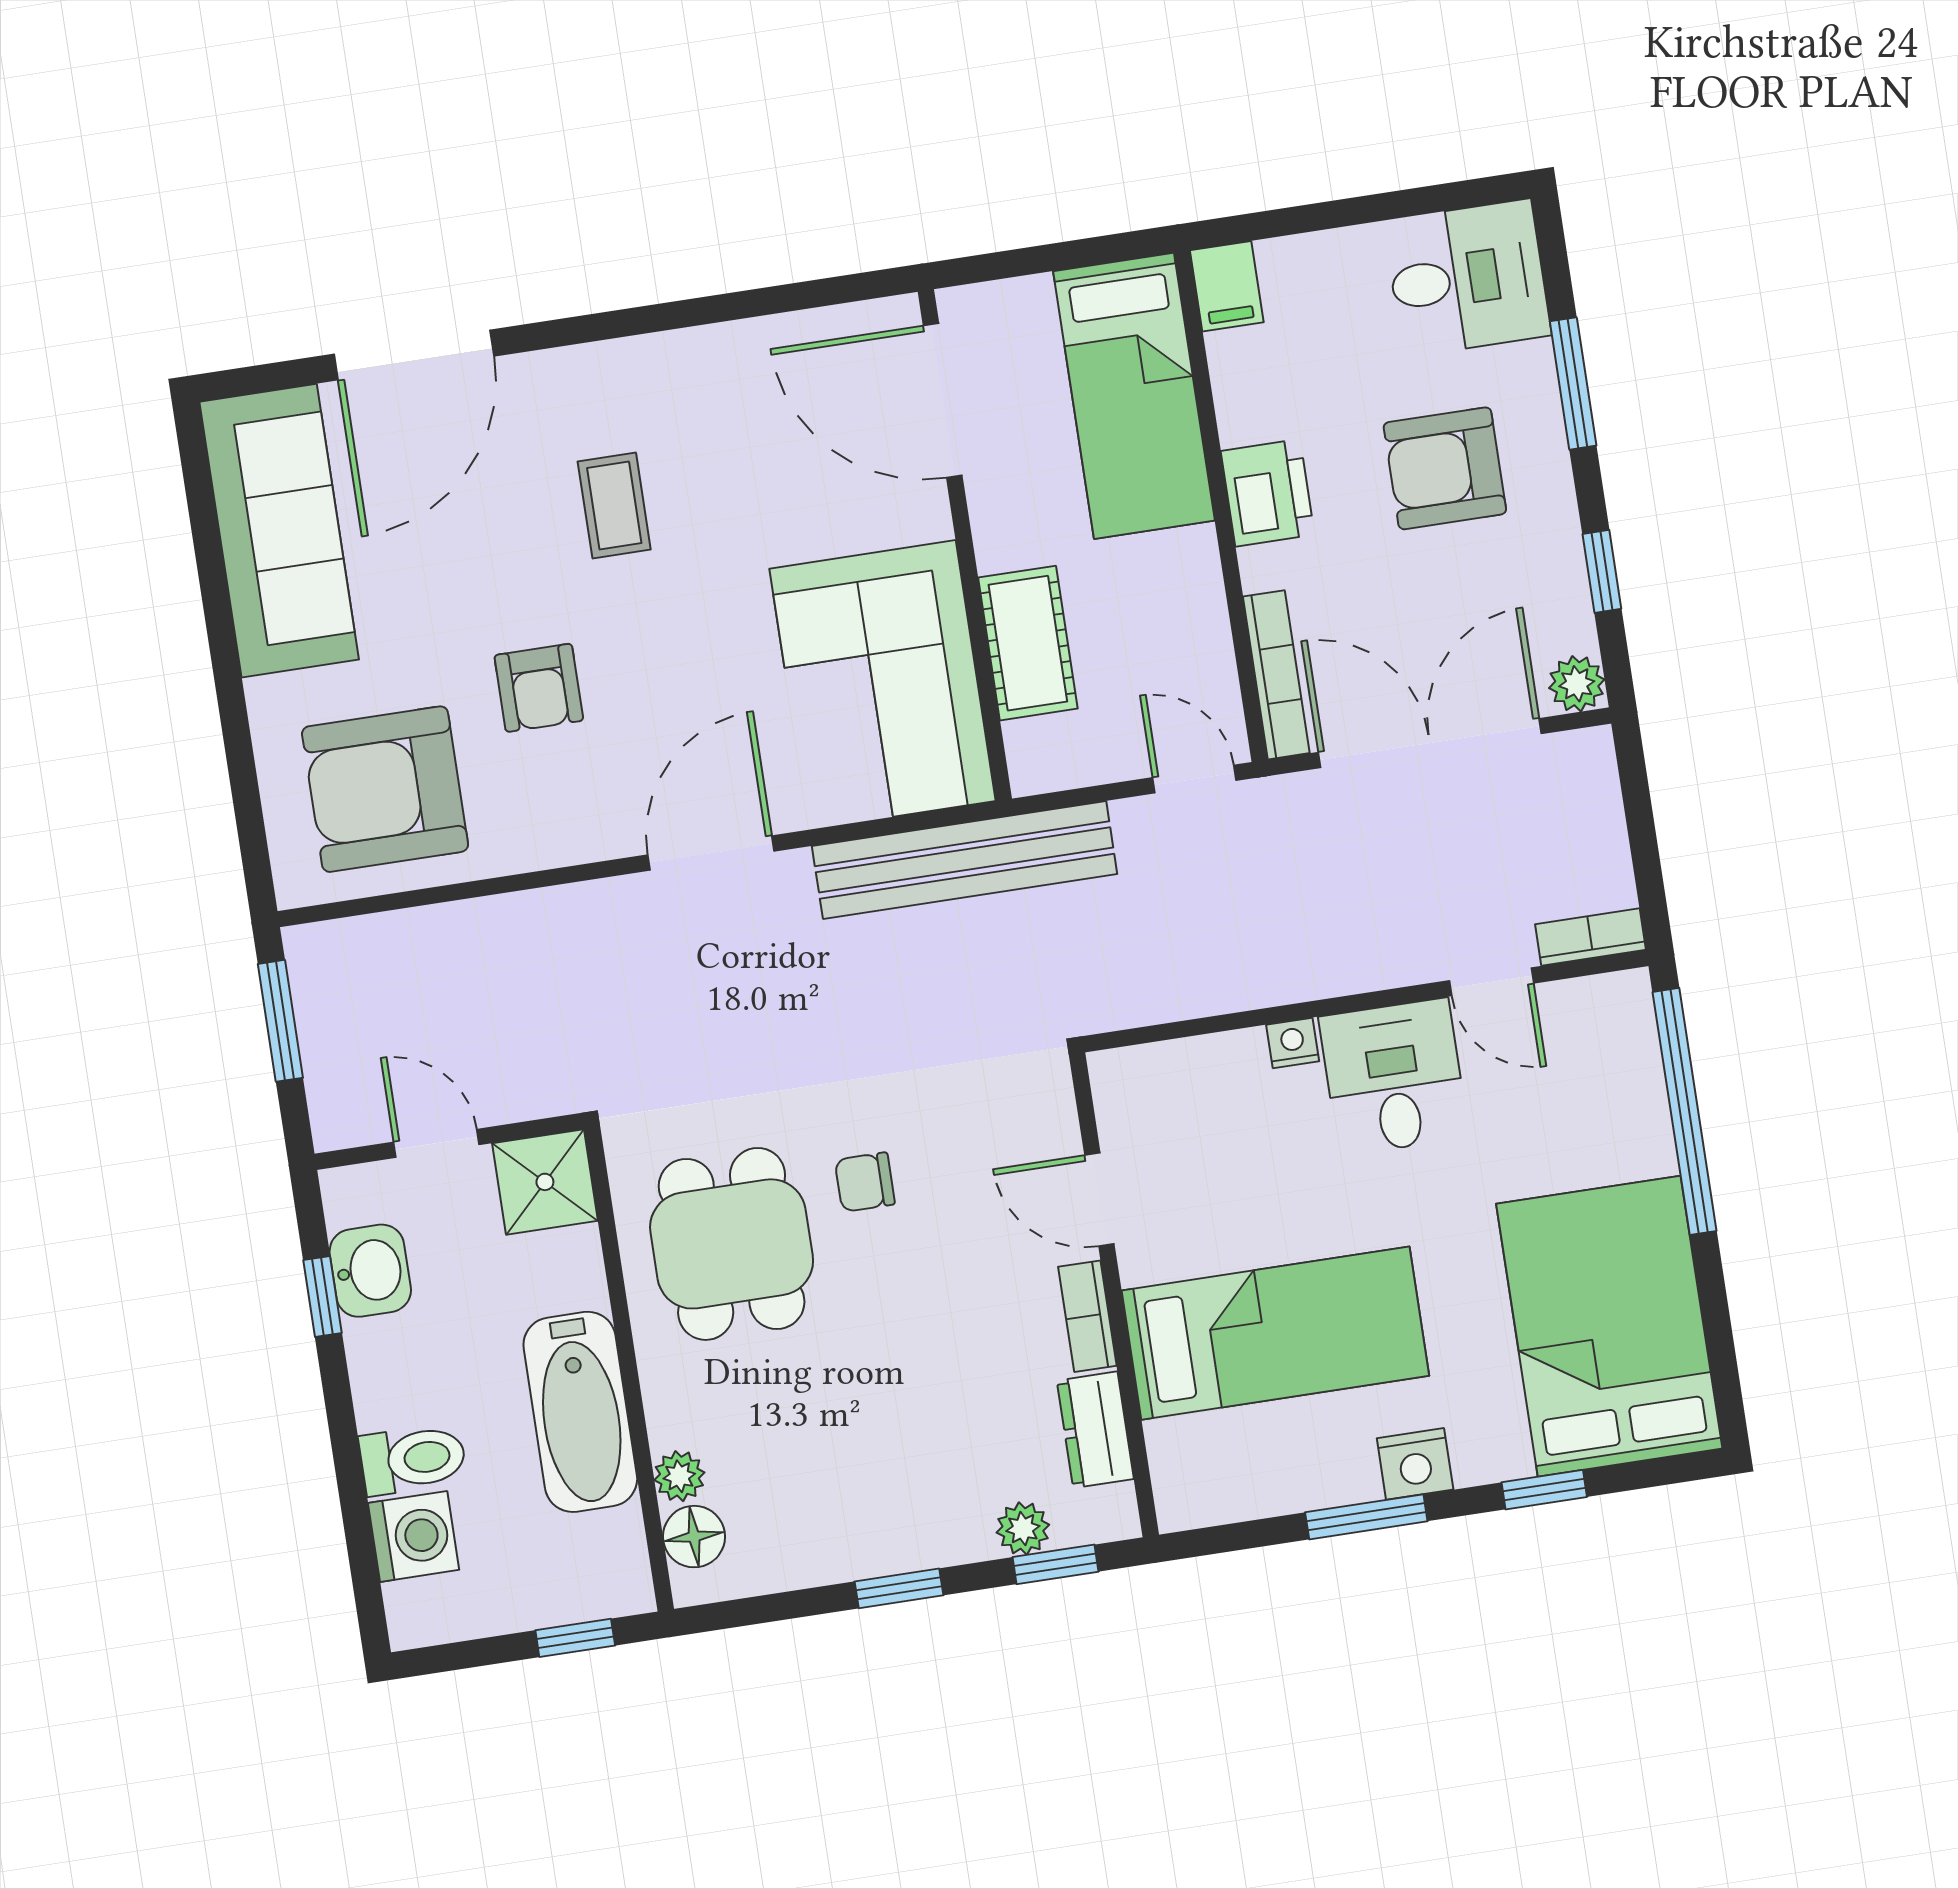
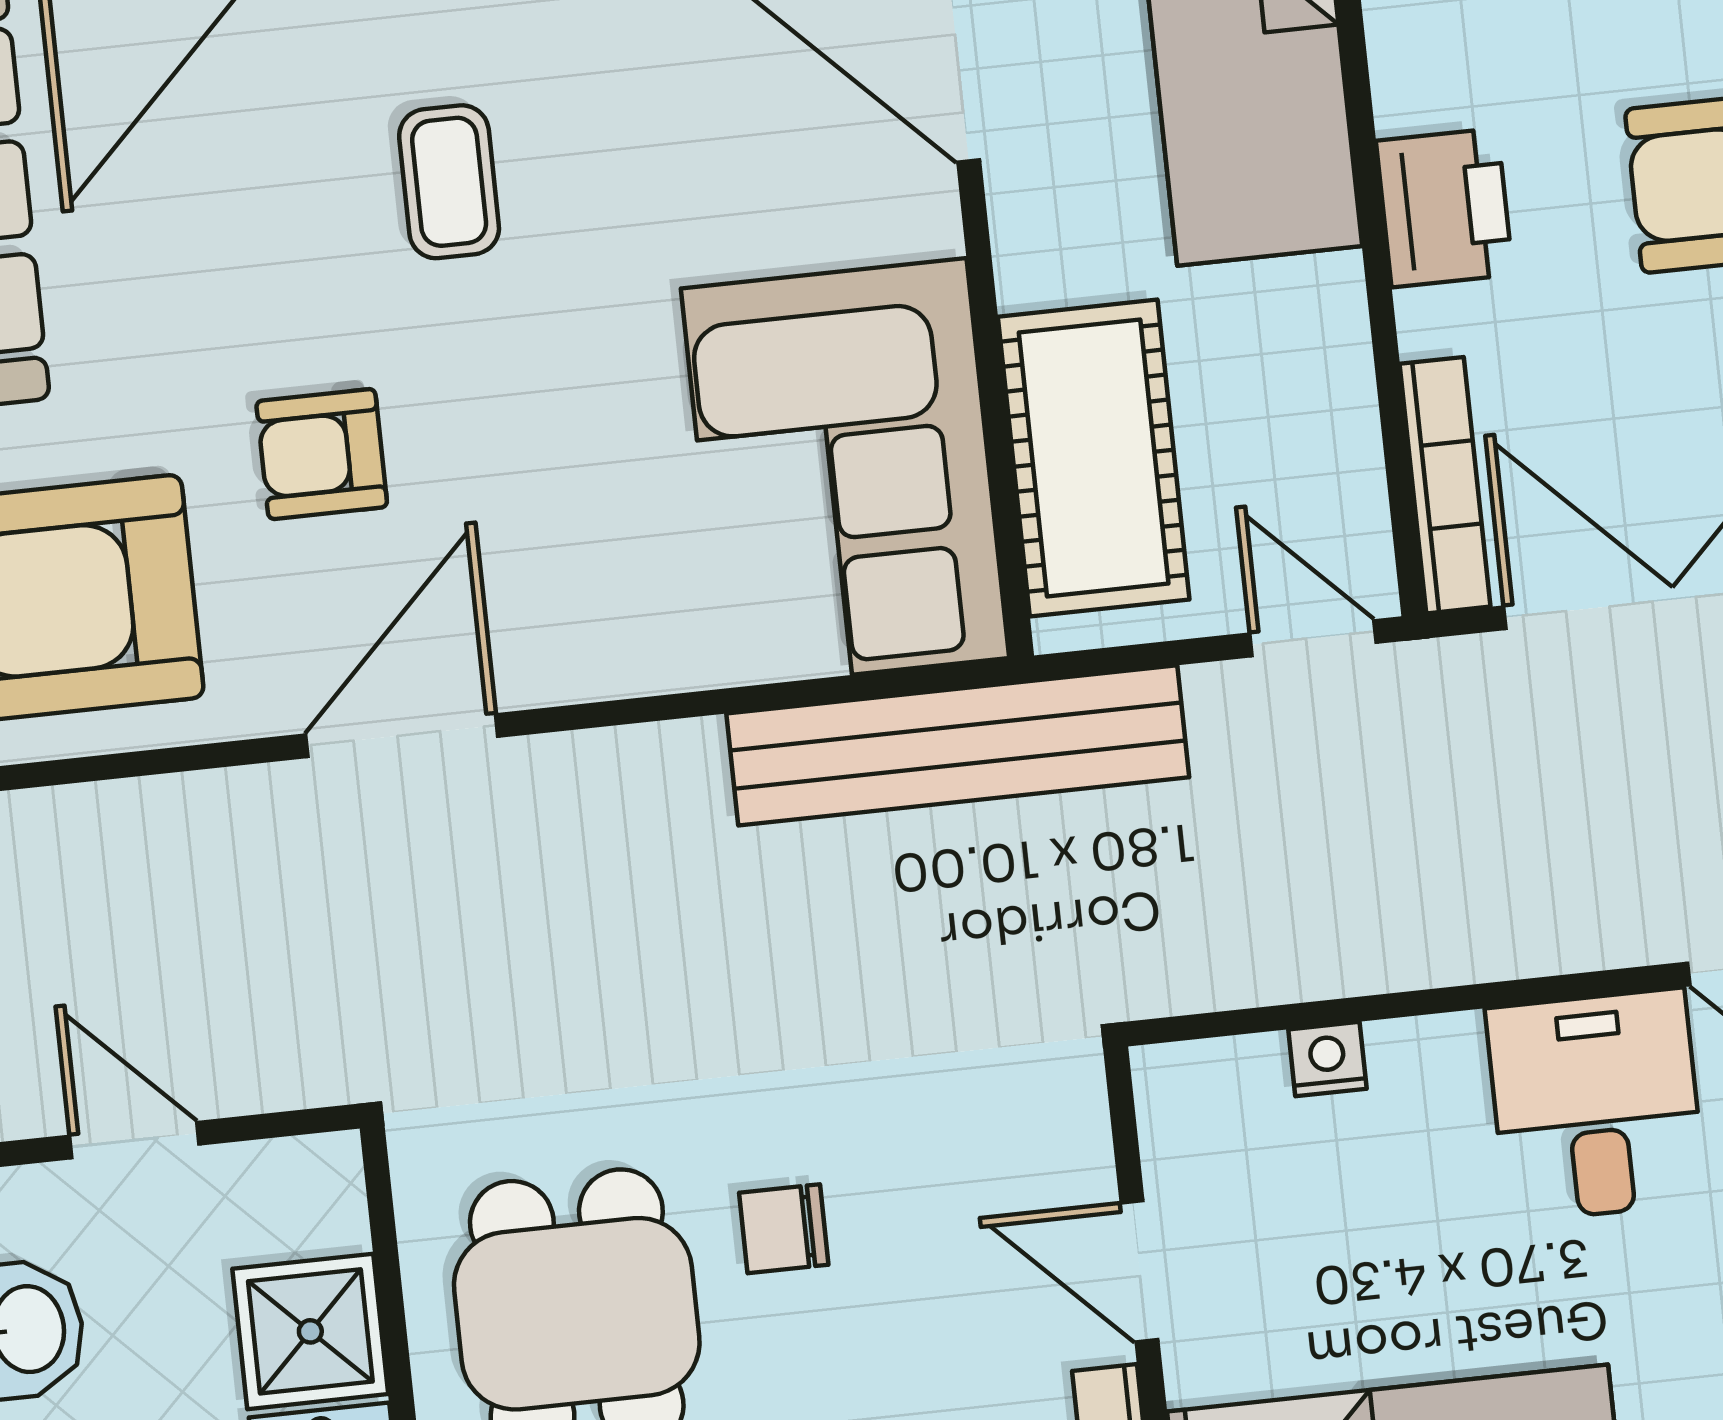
cot: (1028, 643) -> (1094, 458), width x1.37, depth x1.34
armchair: (539, 688) -> (322, 454), turned 90
door: (711, 853) -> (402, 736), moved
nightstand: (1293, 1043) -> (1327, 1059), moved
shower: (545, 1182) -> (310, 1331), moved

